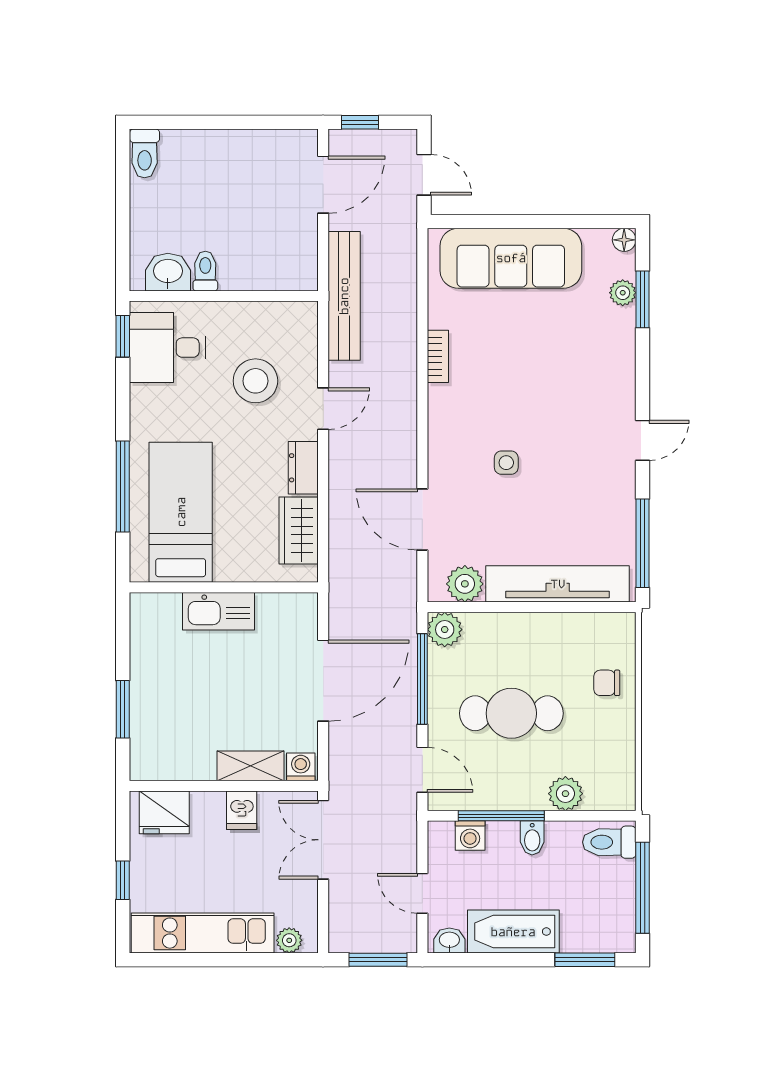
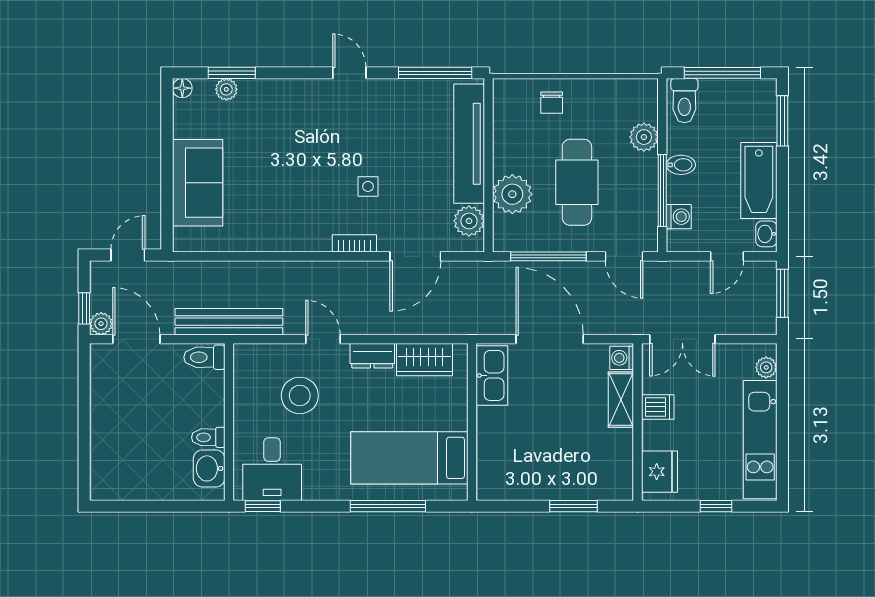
plant: (342, 142) -> (101, 324), added
toilet: (145, 153) -> (204, 357), moved, turned 180
sofa: (511, 258) -> (198, 183), width x0.73
bookcase: (438, 356) -> (354, 243), moved
kitchen sink: (219, 611) -> (492, 375), moved
plant: (445, 630) -> (512, 194), moved, width x1.36, depth x1.36
door: (422, 770) -> (624, 256), swing flipped

